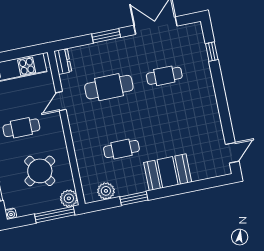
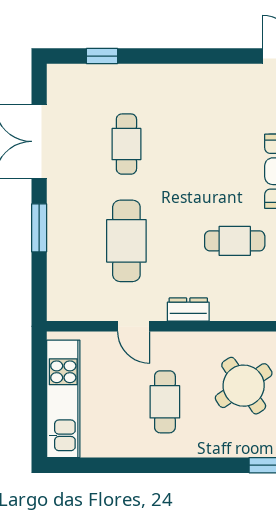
dresser: (63, 61) -> (188, 310), moved
cafe table: (121, 149) -> (235, 241), turned 90

